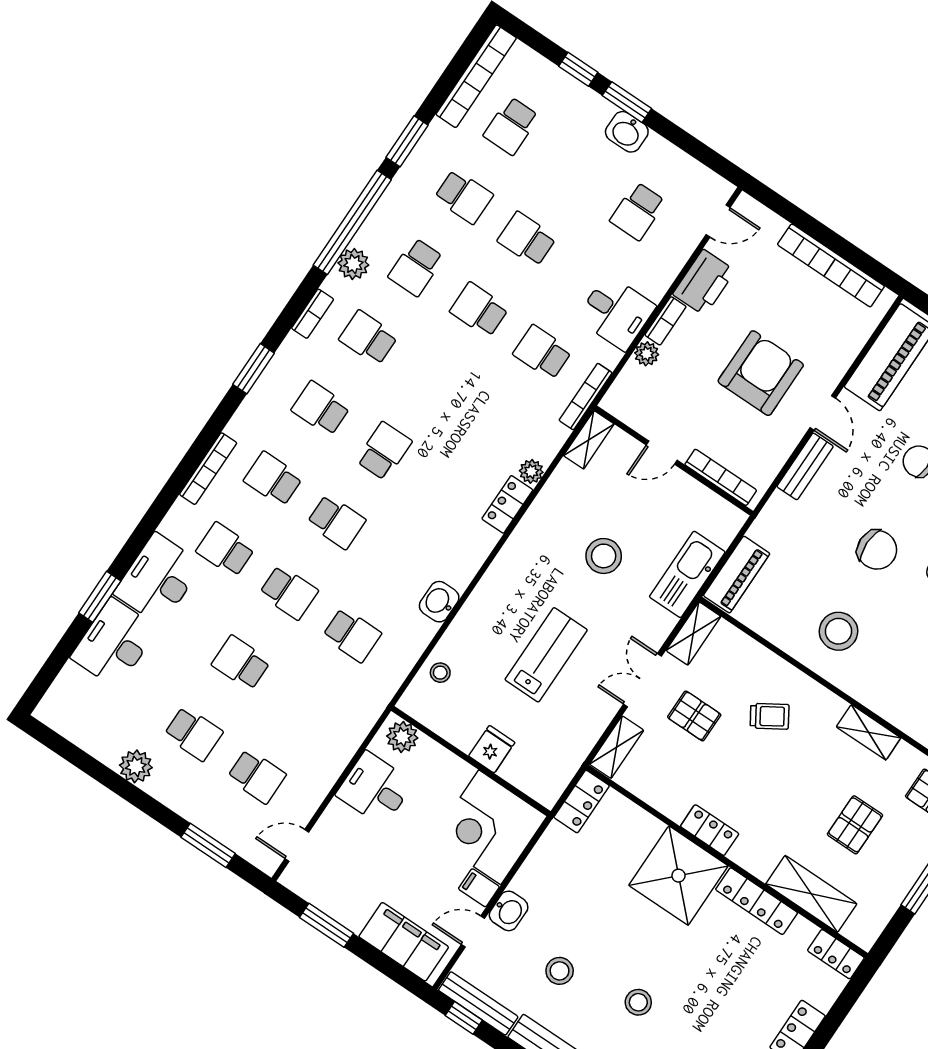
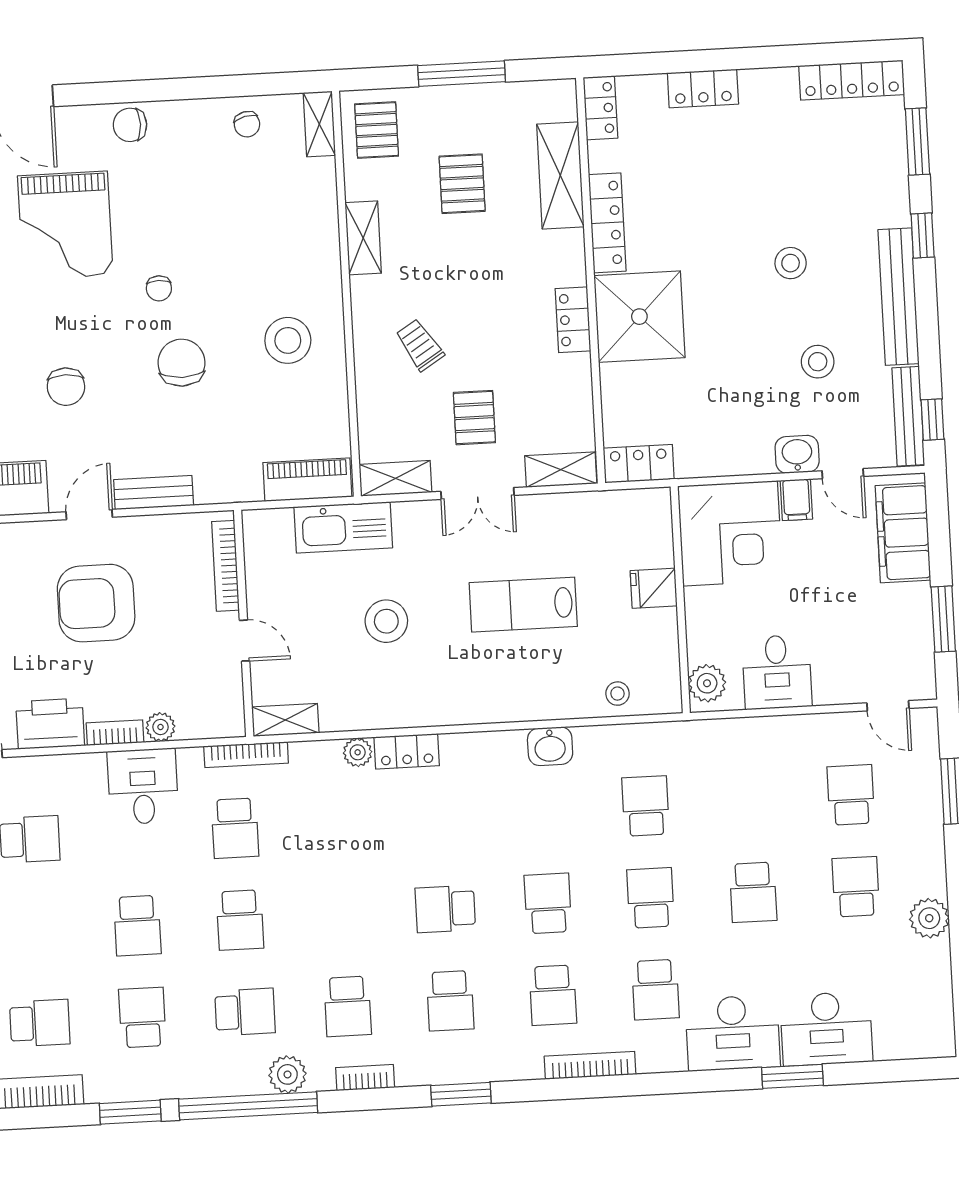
pallet: (855, 825) -> (462, 184), turned 90

